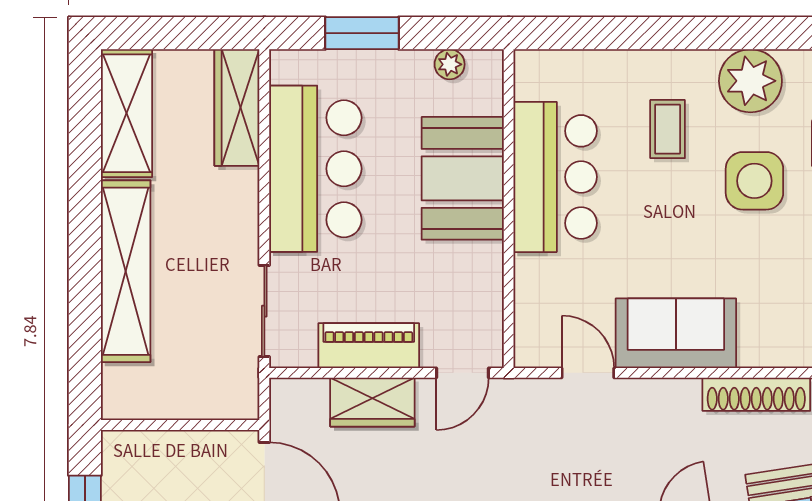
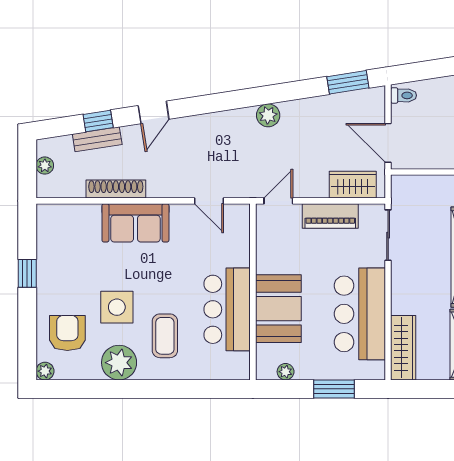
coffee table: (668, 129) -> (165, 336), width x1.36, depth x1.30
sofa: (676, 333) -> (135, 223), moved
wardrobe: (372, 402) -> (353, 185), moved

